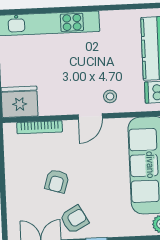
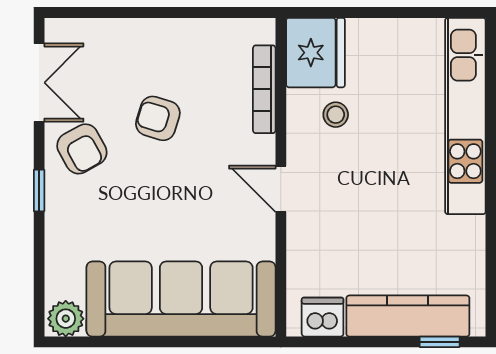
stool: (110, 96) -> (336, 115), moved

